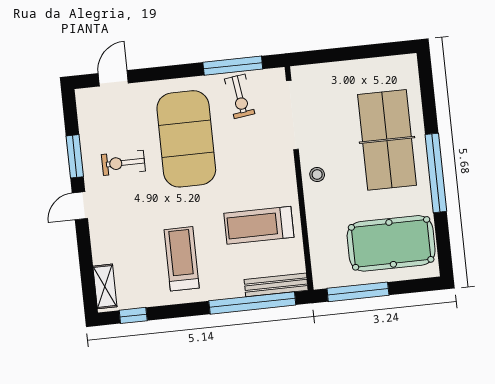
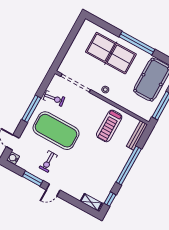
window: (233, 66) -> (31, 109), moved
water cooler: (87, 98) -> (13, 158), added
door: (80, 206) -> (53, 190), hinge flipped
treadmill: (182, 259) -> (101, 165), removed
window: (252, 303) -> (129, 166), moved

